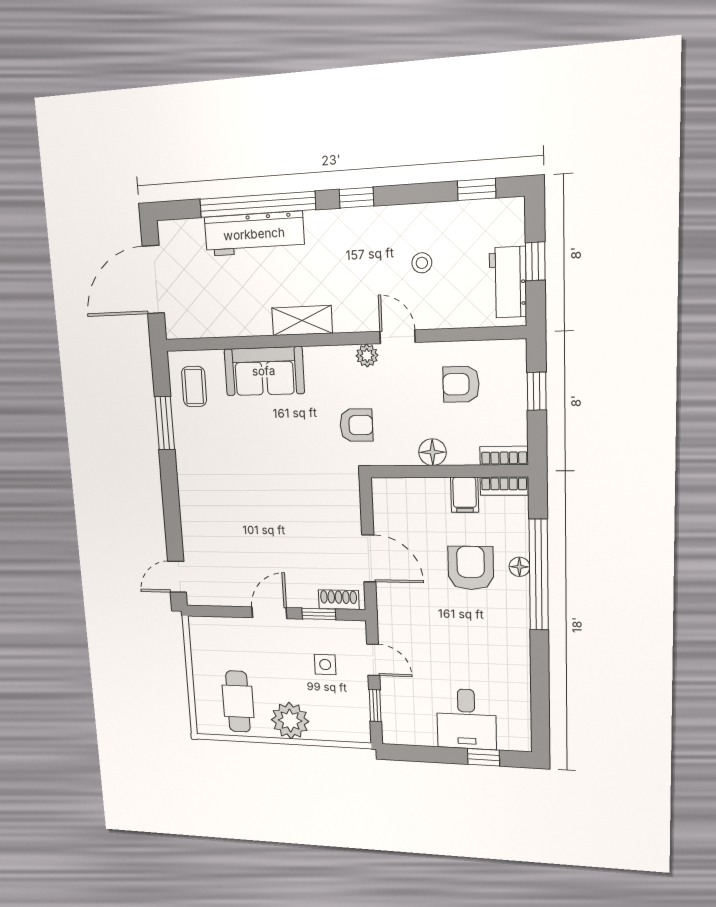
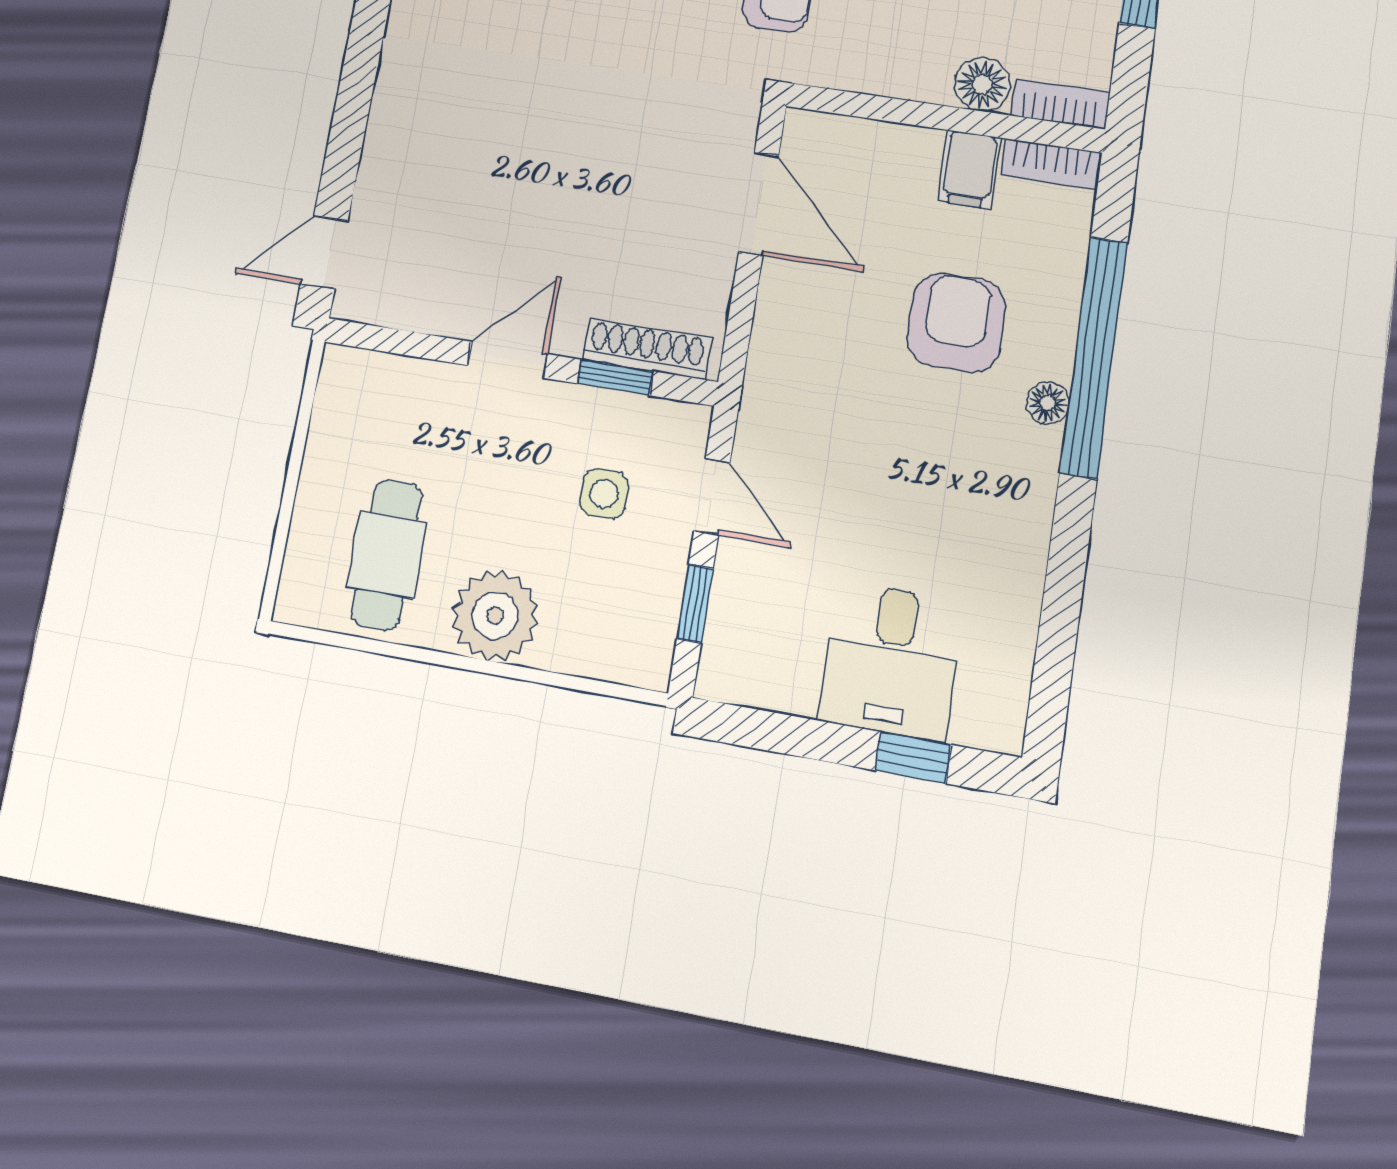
floor lamp: (432, 452) -> (982, 84), moved
door: (369, 558) -> (759, 204), moved
floor lamp: (519, 567) -> (1048, 403), moved
shoe rack: (339, 600) -> (647, 349), width x1.43

